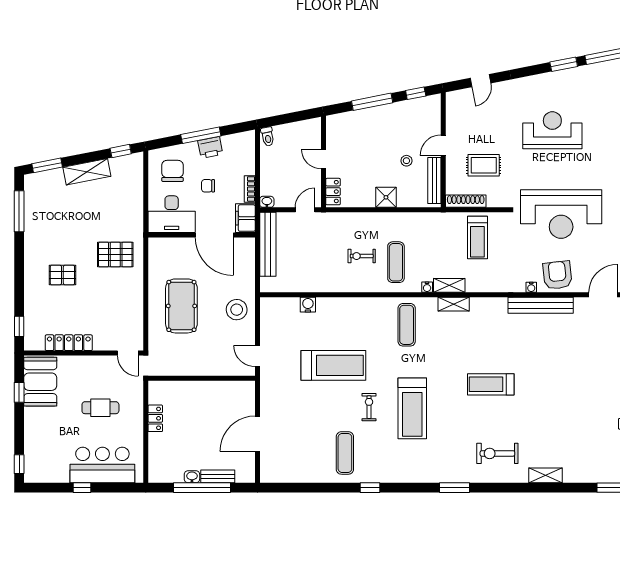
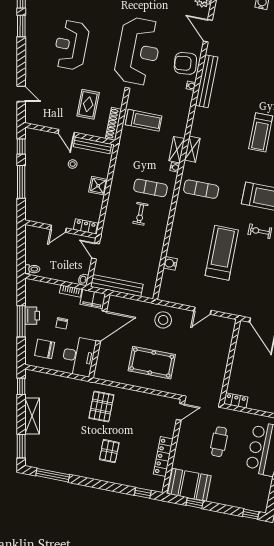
wall: (202, 378) -> (230, 362), moved

